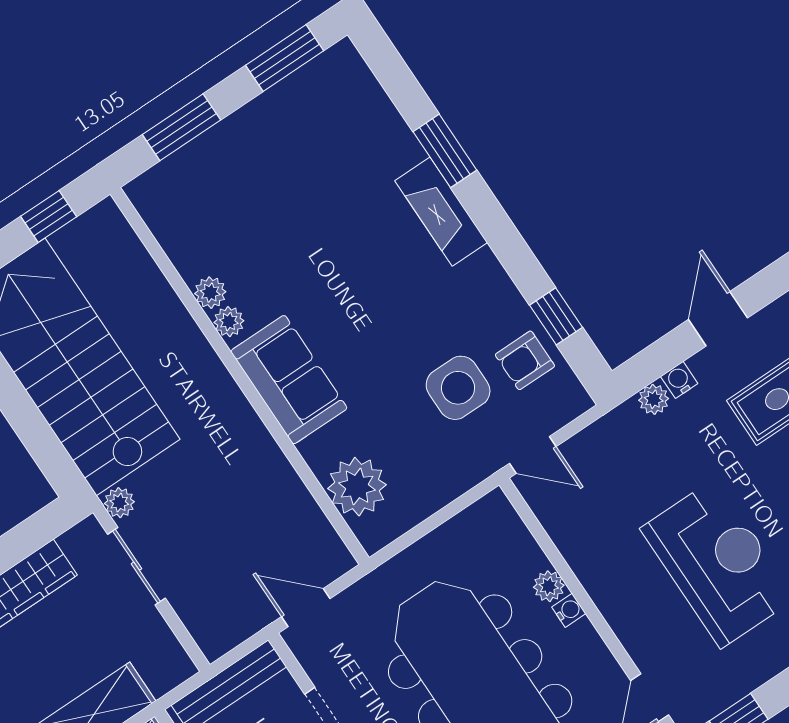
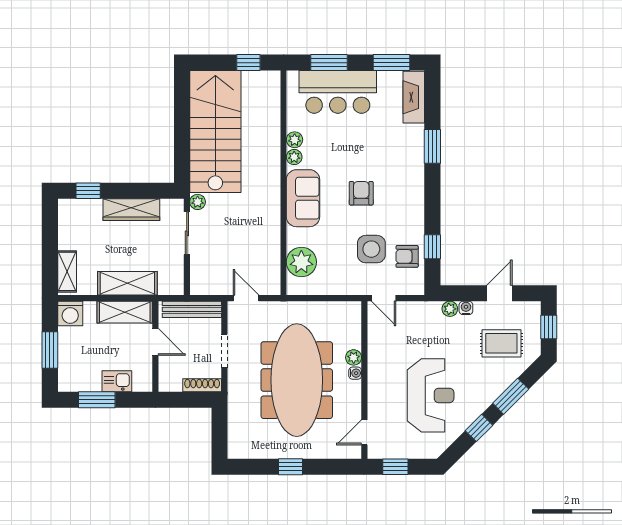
bar counter: (229, 166) -> (338, 92), added
fireplace: (441, 212) -> (414, 97), moved
armchair: (379, 307) -> (361, 193), added

